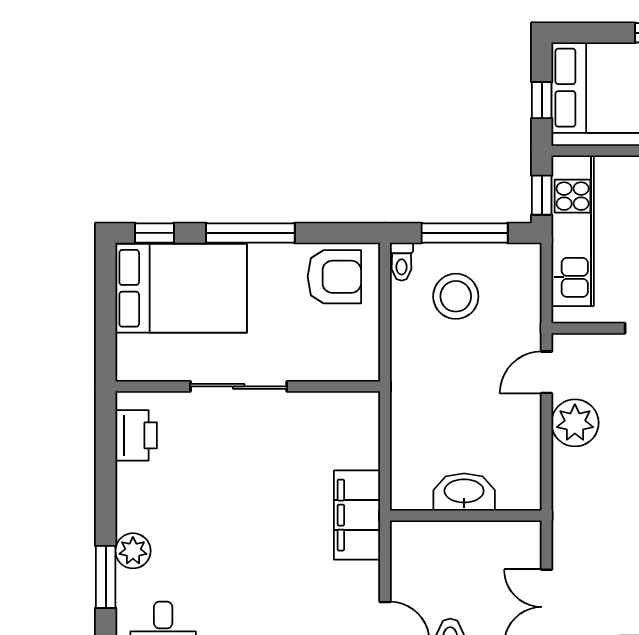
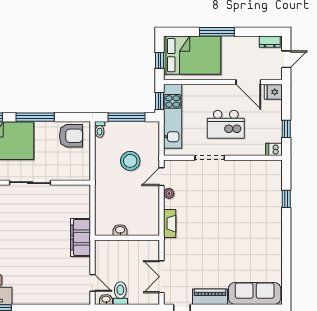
stool: (456, 296) -> (130, 161), moved
plant: (575, 423) -> (169, 193), width x0.53, depth x0.53
fireplace: (566, 482) -> (170, 224), added
washbasin: (464, 492) -> (120, 230), width x0.52, depth x0.69

